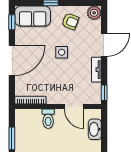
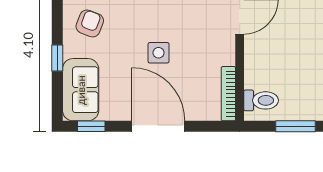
side table: (62, 52) -> (159, 53), moved
toilet: (48, 119) -> (261, 100), moved

